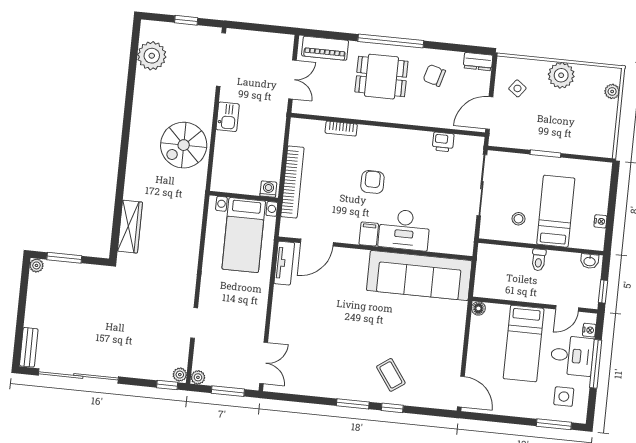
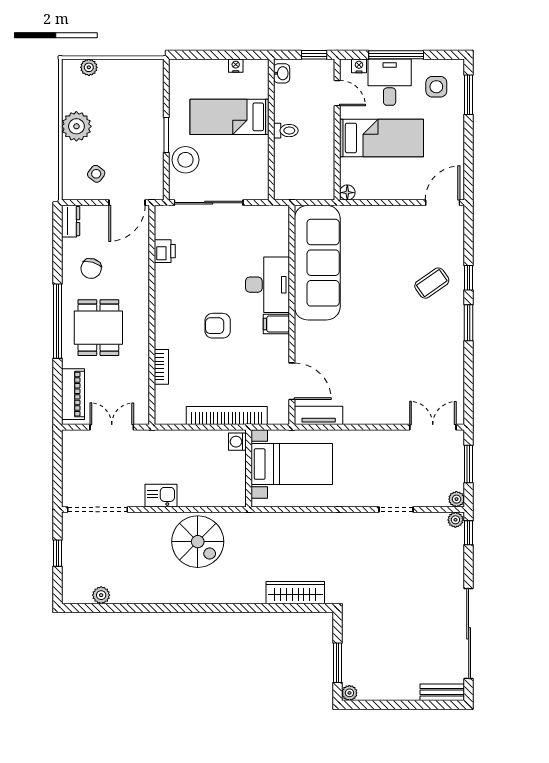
plant: (152, 56) -> (101, 595), width x0.53, depth x0.53
door: (489, 113) -> (127, 203), hinge flipped
stool: (518, 219) -> (185, 160), moved, width x1.89, depth x1.89

